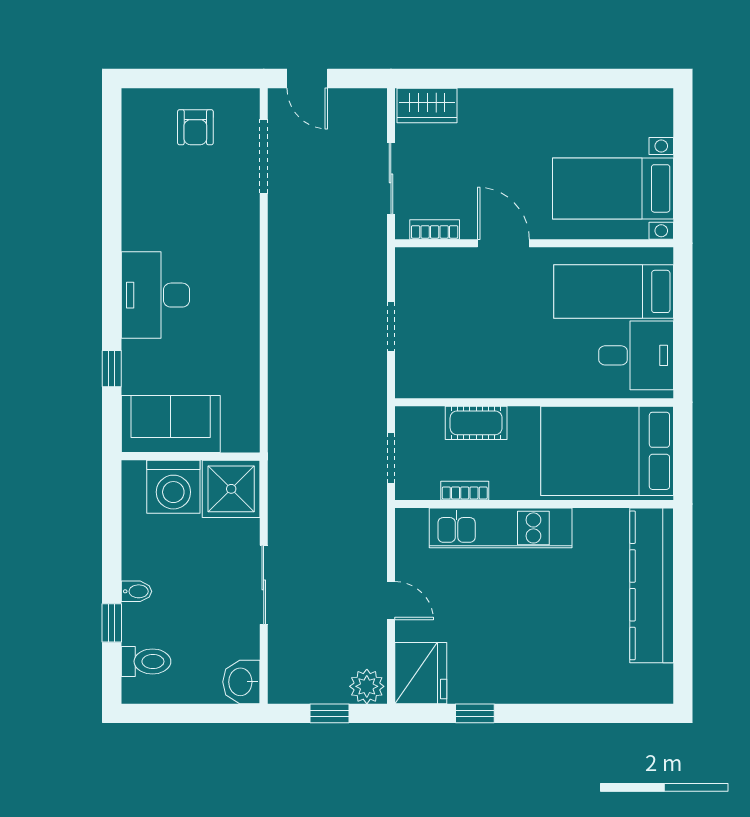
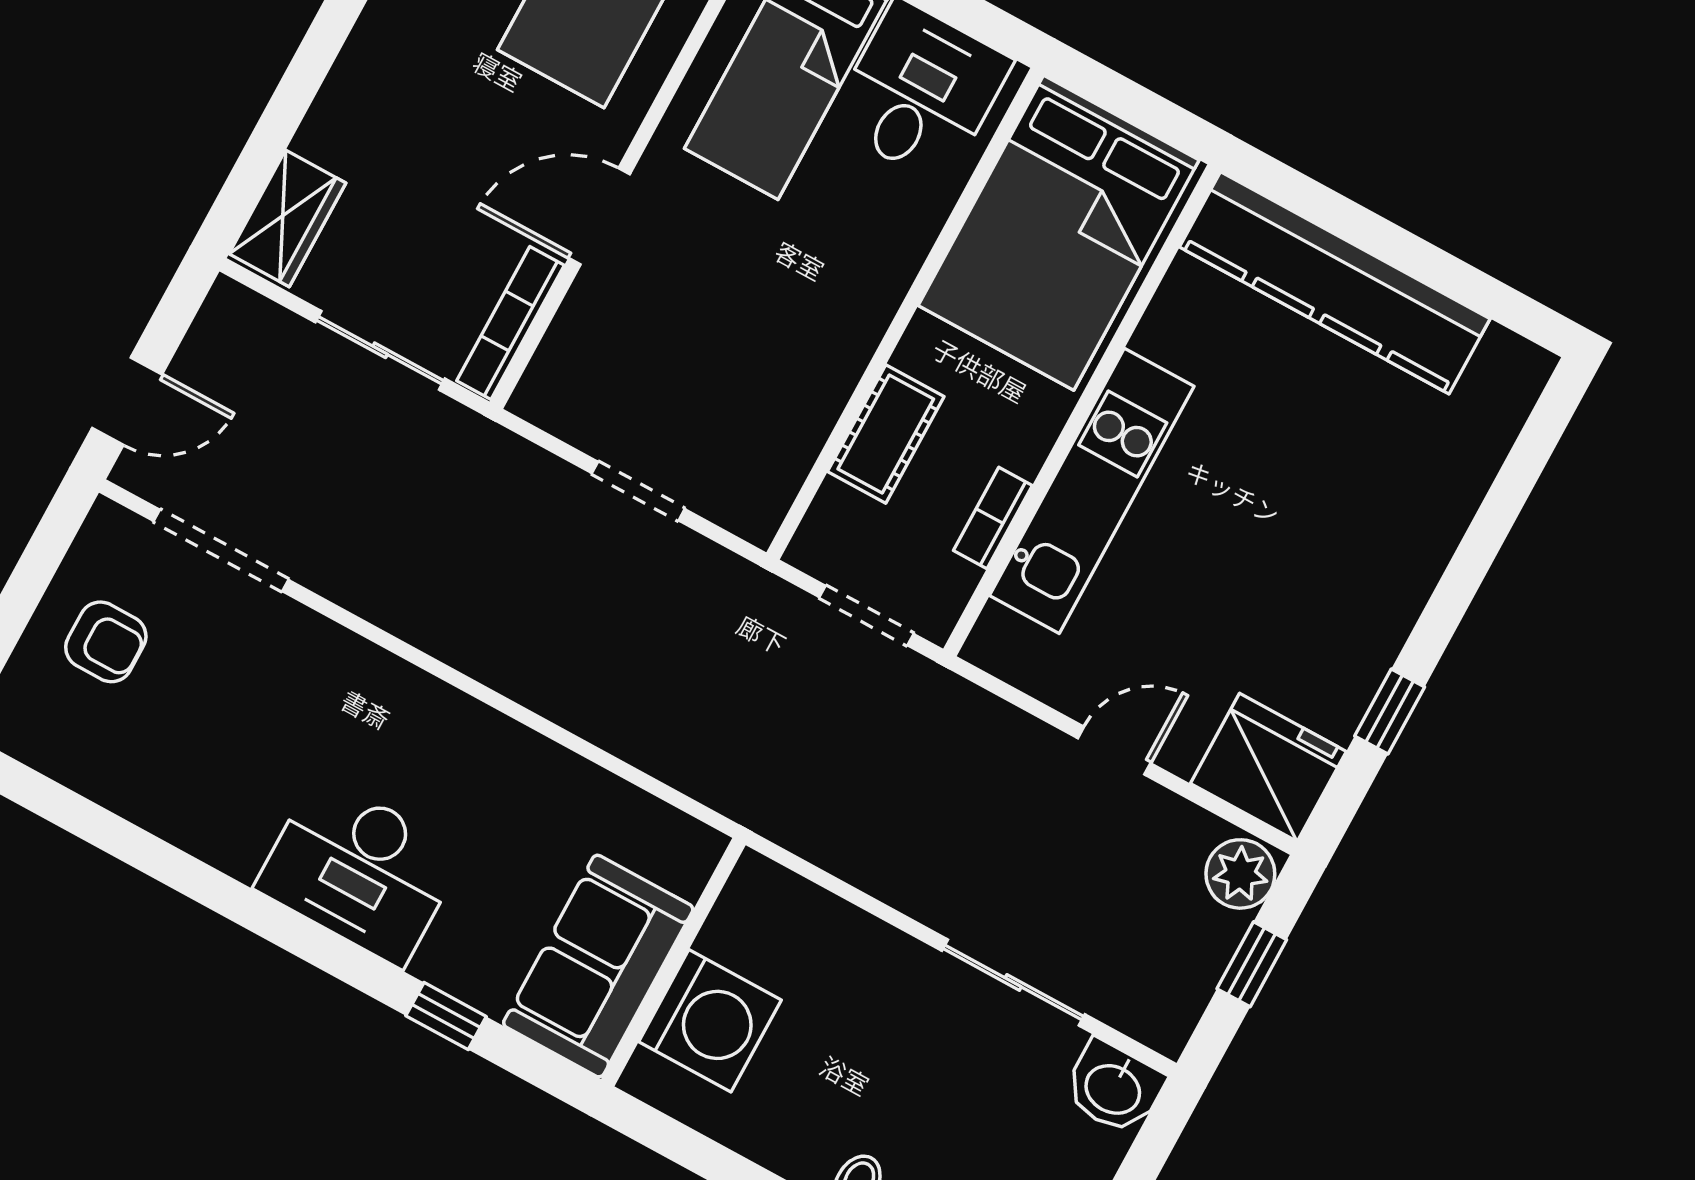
bookcase: (435, 230) -> (510, 323), width x1.56
shower: (231, 489) -> (768, 922), removed
sliding door: (264, 585) -> (1013, 982), moved

